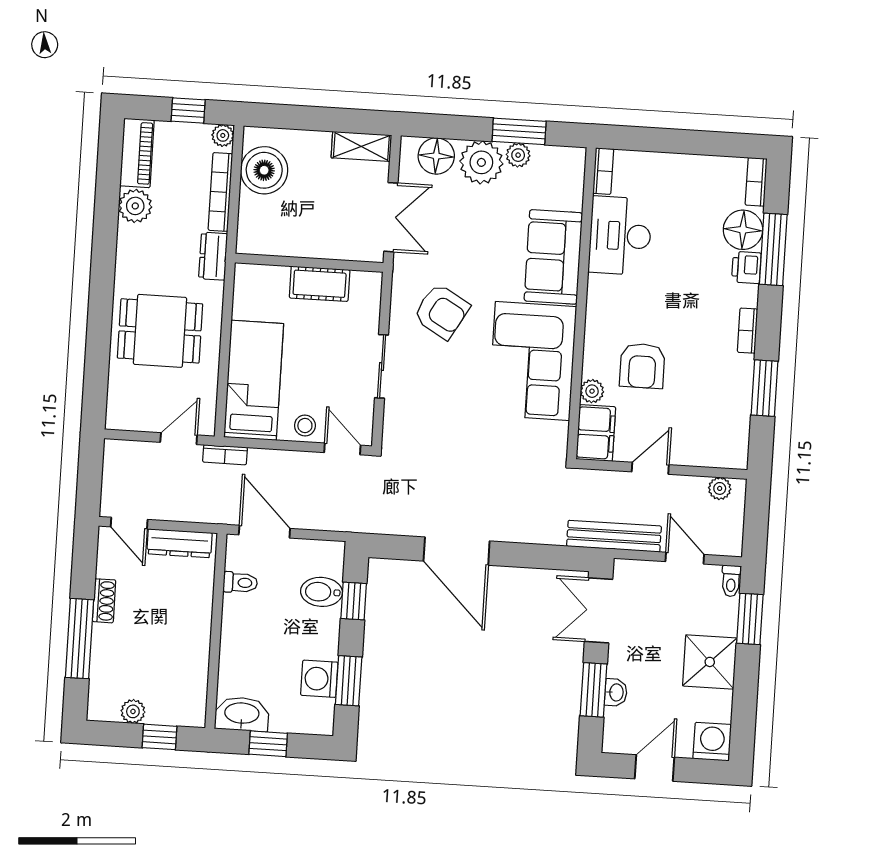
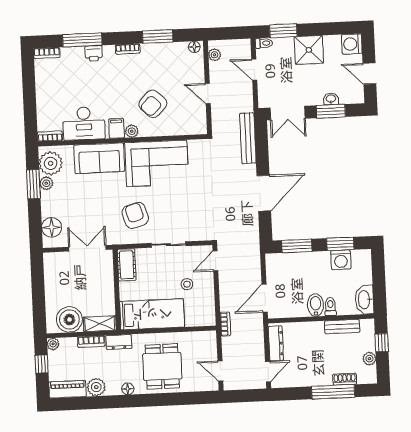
shelving: (361, 146) -> (100, 324), moved, turned 90
plant: (481, 162) -> (51, 163), moved
bookcase: (220, 192) -> (91, 342), width x0.64
floor lamp: (743, 230) -> (194, 47), moved, width x0.53, depth x0.53
floor lamp: (126, 263) -> (128, 389), added
cot: (320, 284) -> (127, 265), moved
armchair: (442, 311) -> (135, 215), turned -46
armchair: (642, 366) -> (153, 104), turned 134
bed: (254, 380) -> (152, 314), moved, turned 180
plant: (592, 391) -> (132, 131), moved
stool: (305, 426) -> (187, 284), moved
filing cabinet: (596, 433) -> (116, 128), moved, width x0.50
door: (179, 439) -> (220, 371), moved
bench: (614, 536) -> (248, 138), moved
door: (685, 558) -> (254, 70), hinge flipped
toilet: (240, 583) -> (330, 307), moved
bidet: (321, 592) -> (316, 305), moved, turned 180
shoe rack: (104, 601) -> (345, 379), moved
window: (354, 601) -> (297, 246), width x1.50
bench: (197, 668) -> (342, 327), added
window: (268, 744) -> (379, 284), removed

